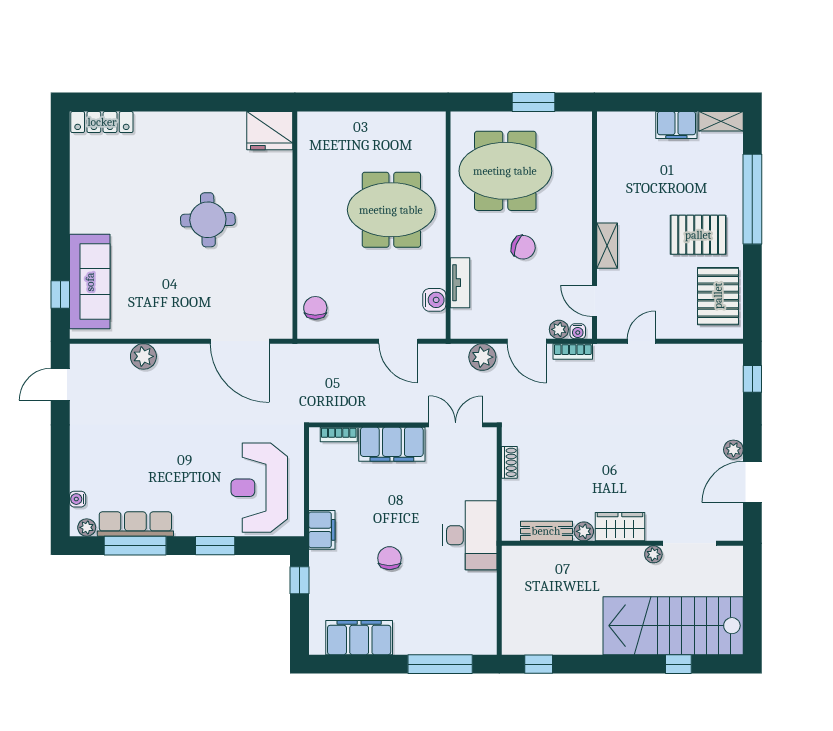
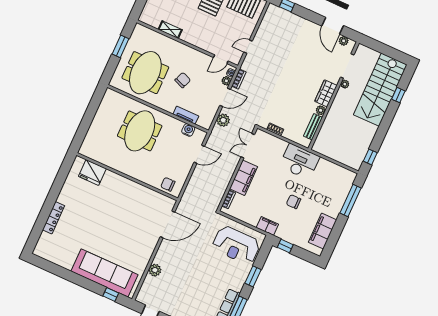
locker: (102, 122) -> (54, 218), moved
fridge: (270, 131) -> (92, 172), moved, turned 90
round table: (208, 220) -> (107, 214), removed
shelving: (607, 246) -> (170, 30), moved
sofa: (90, 282) -> (104, 273), width x1.36, depth x1.27
door: (641, 341) -> (248, 47), hinge flipped
plant: (733, 450) -> (344, 41), moved

